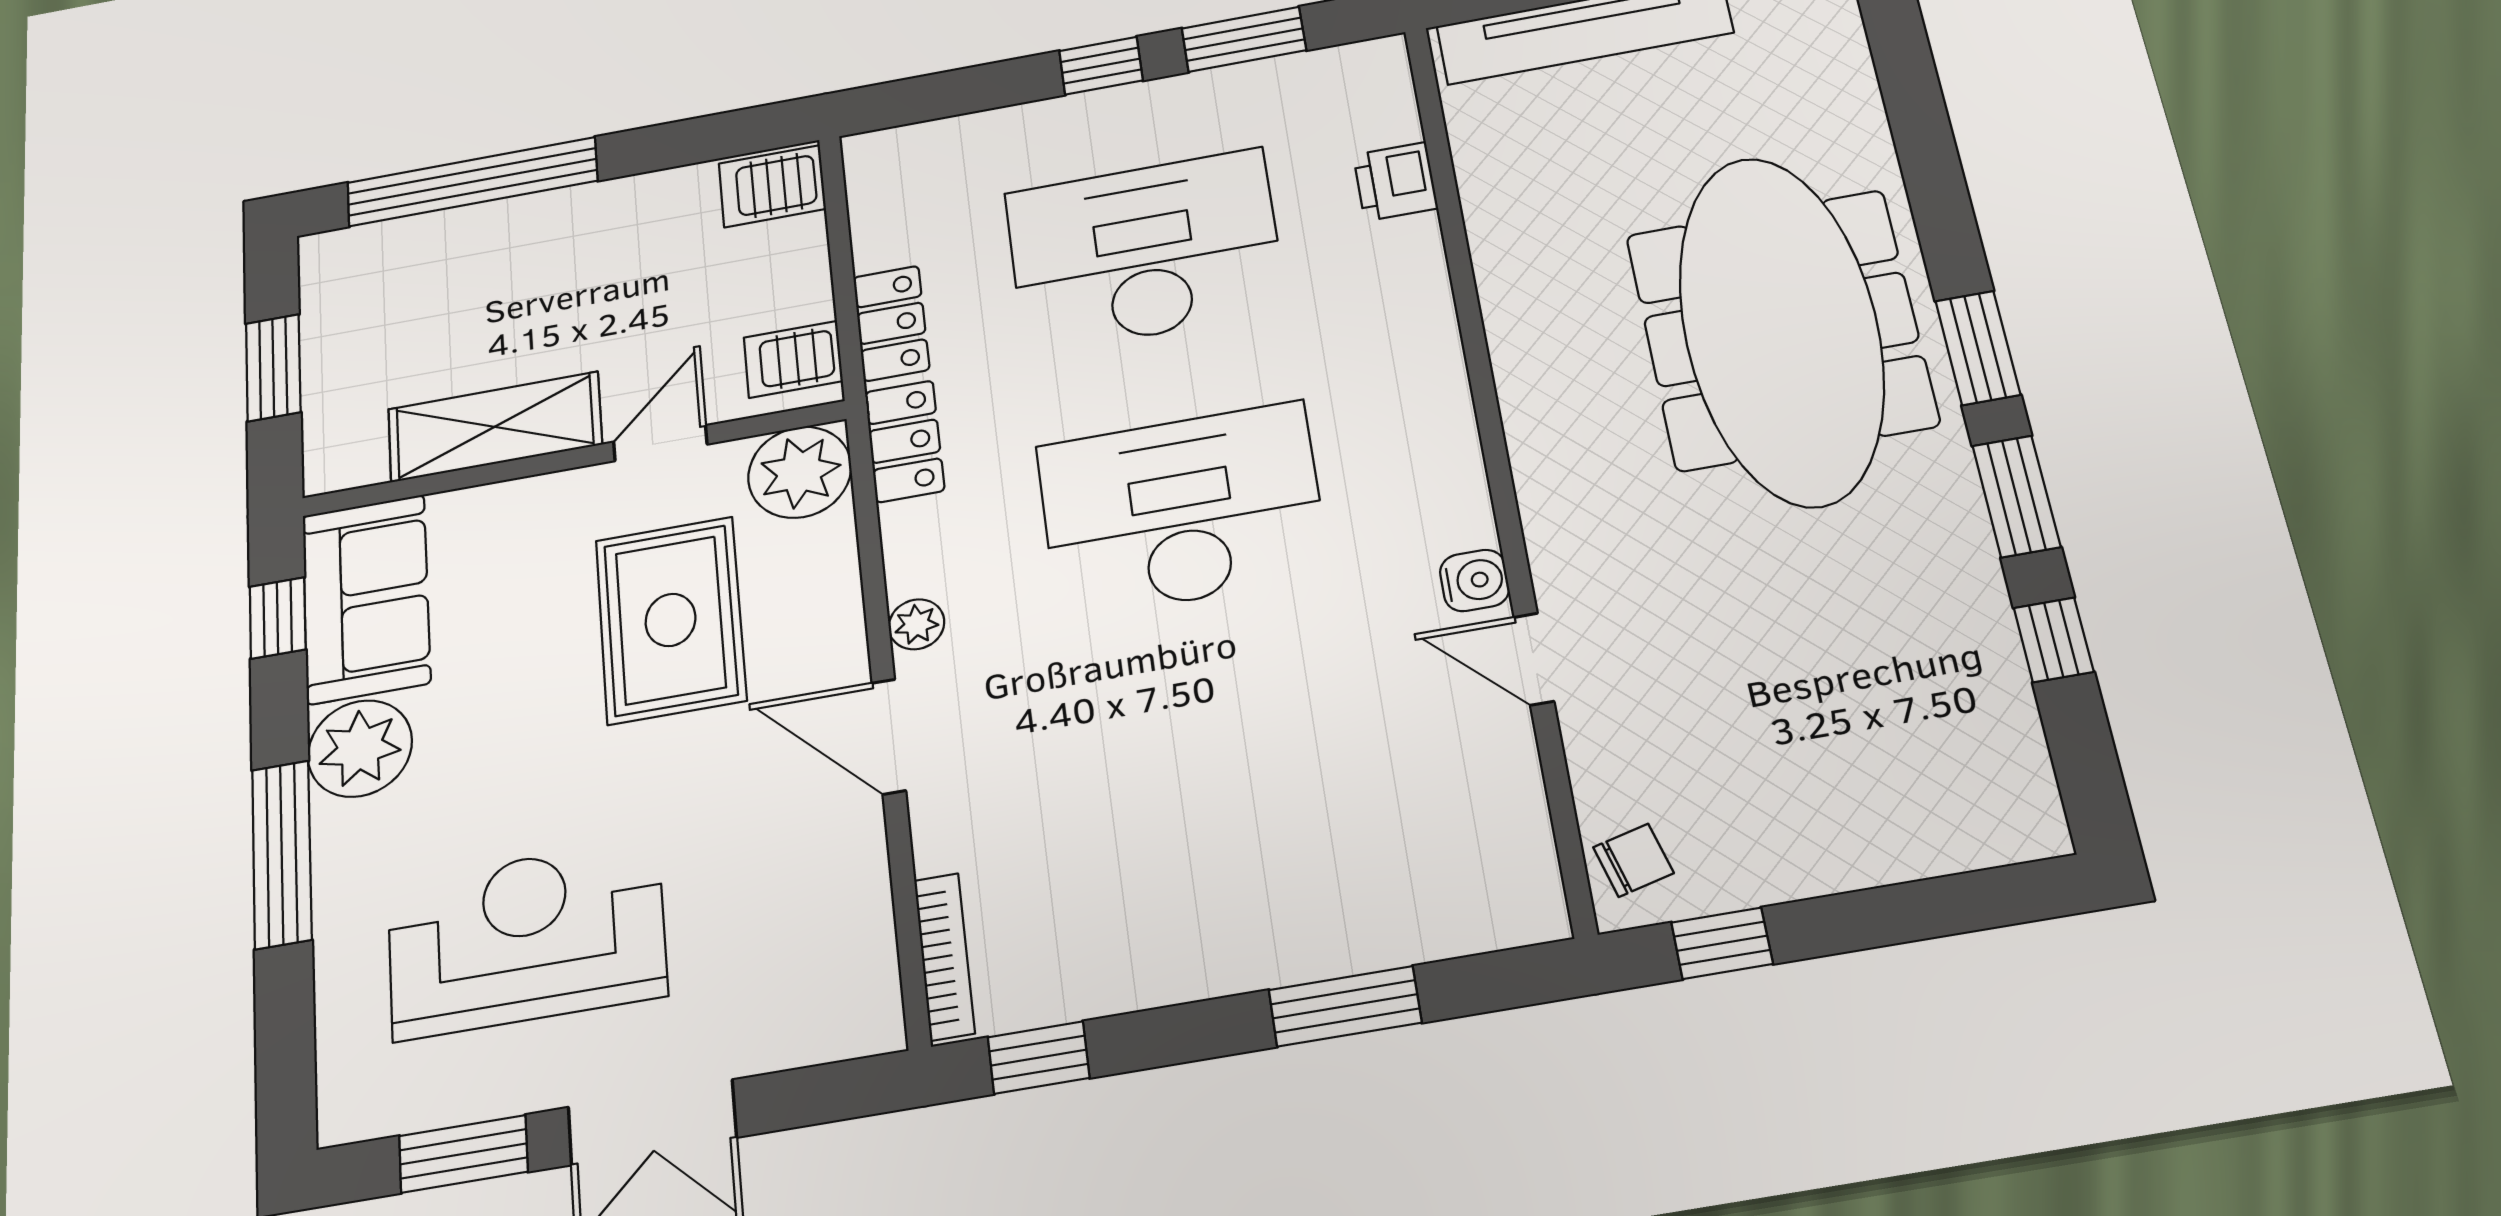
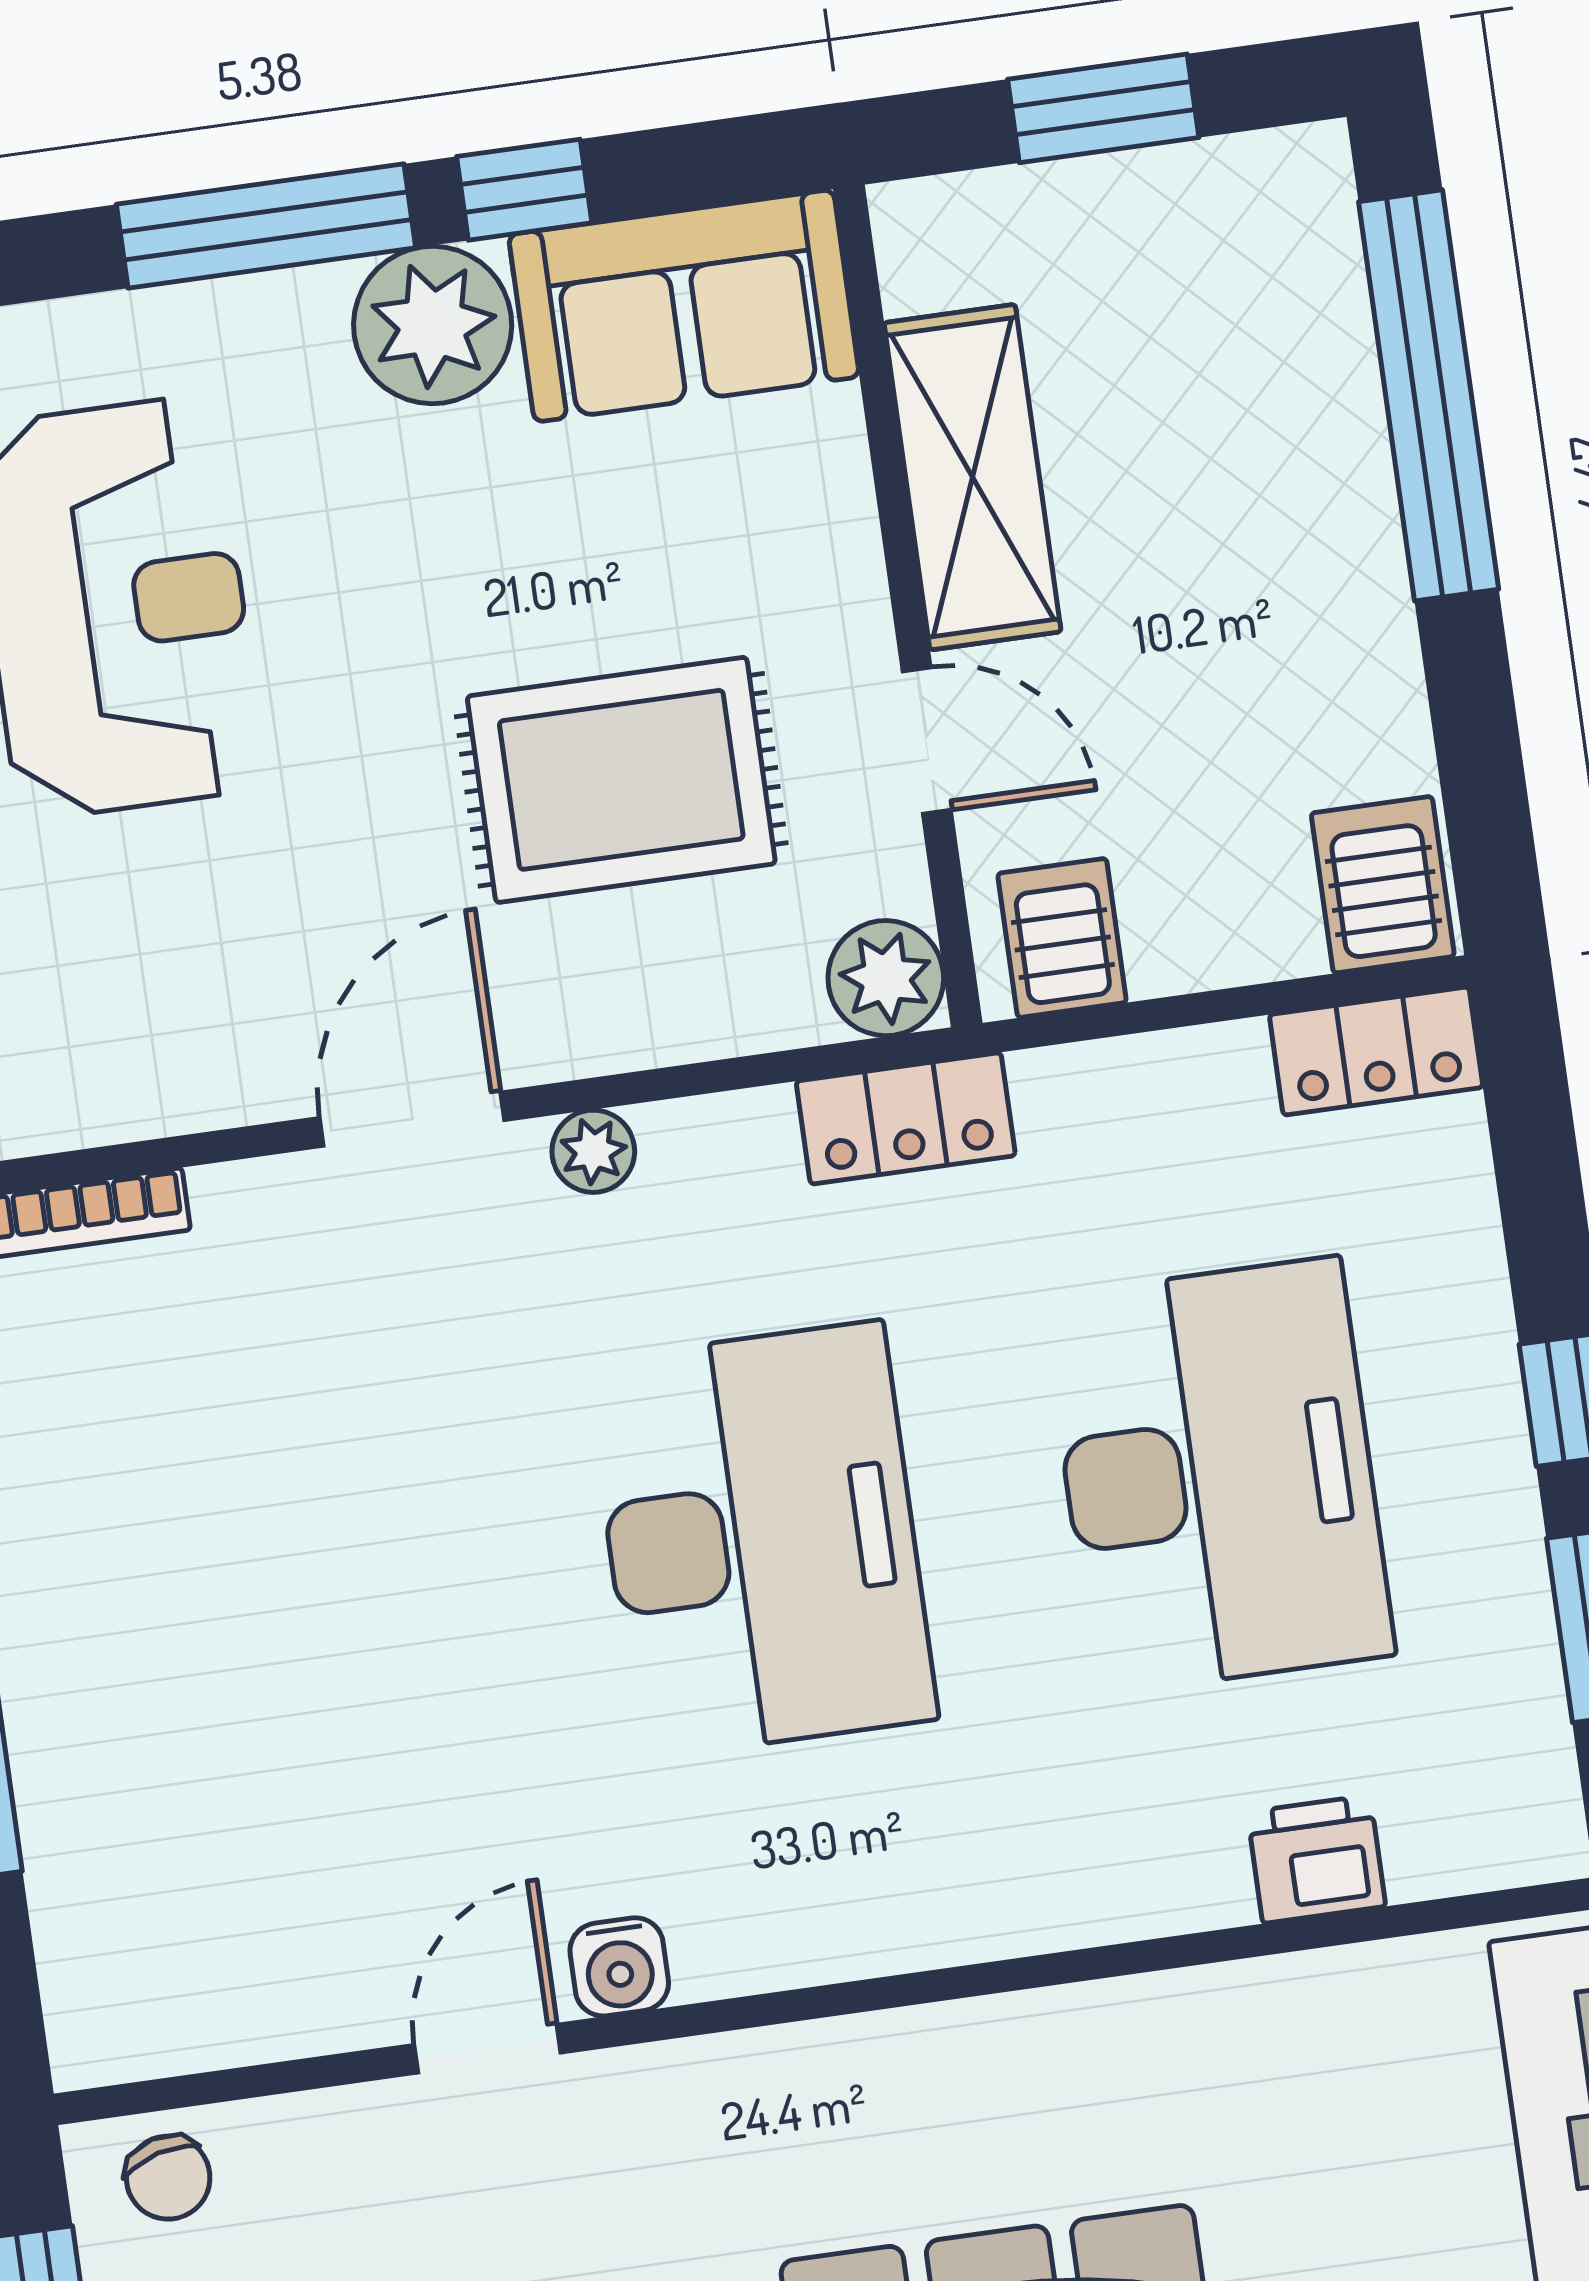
locker: (891, 323) -> (1376, 1051), moved
plant: (800, 472) -> (886, 978), width x0.73, depth x0.73
window: (278, 618) -> (524, 190), moved

